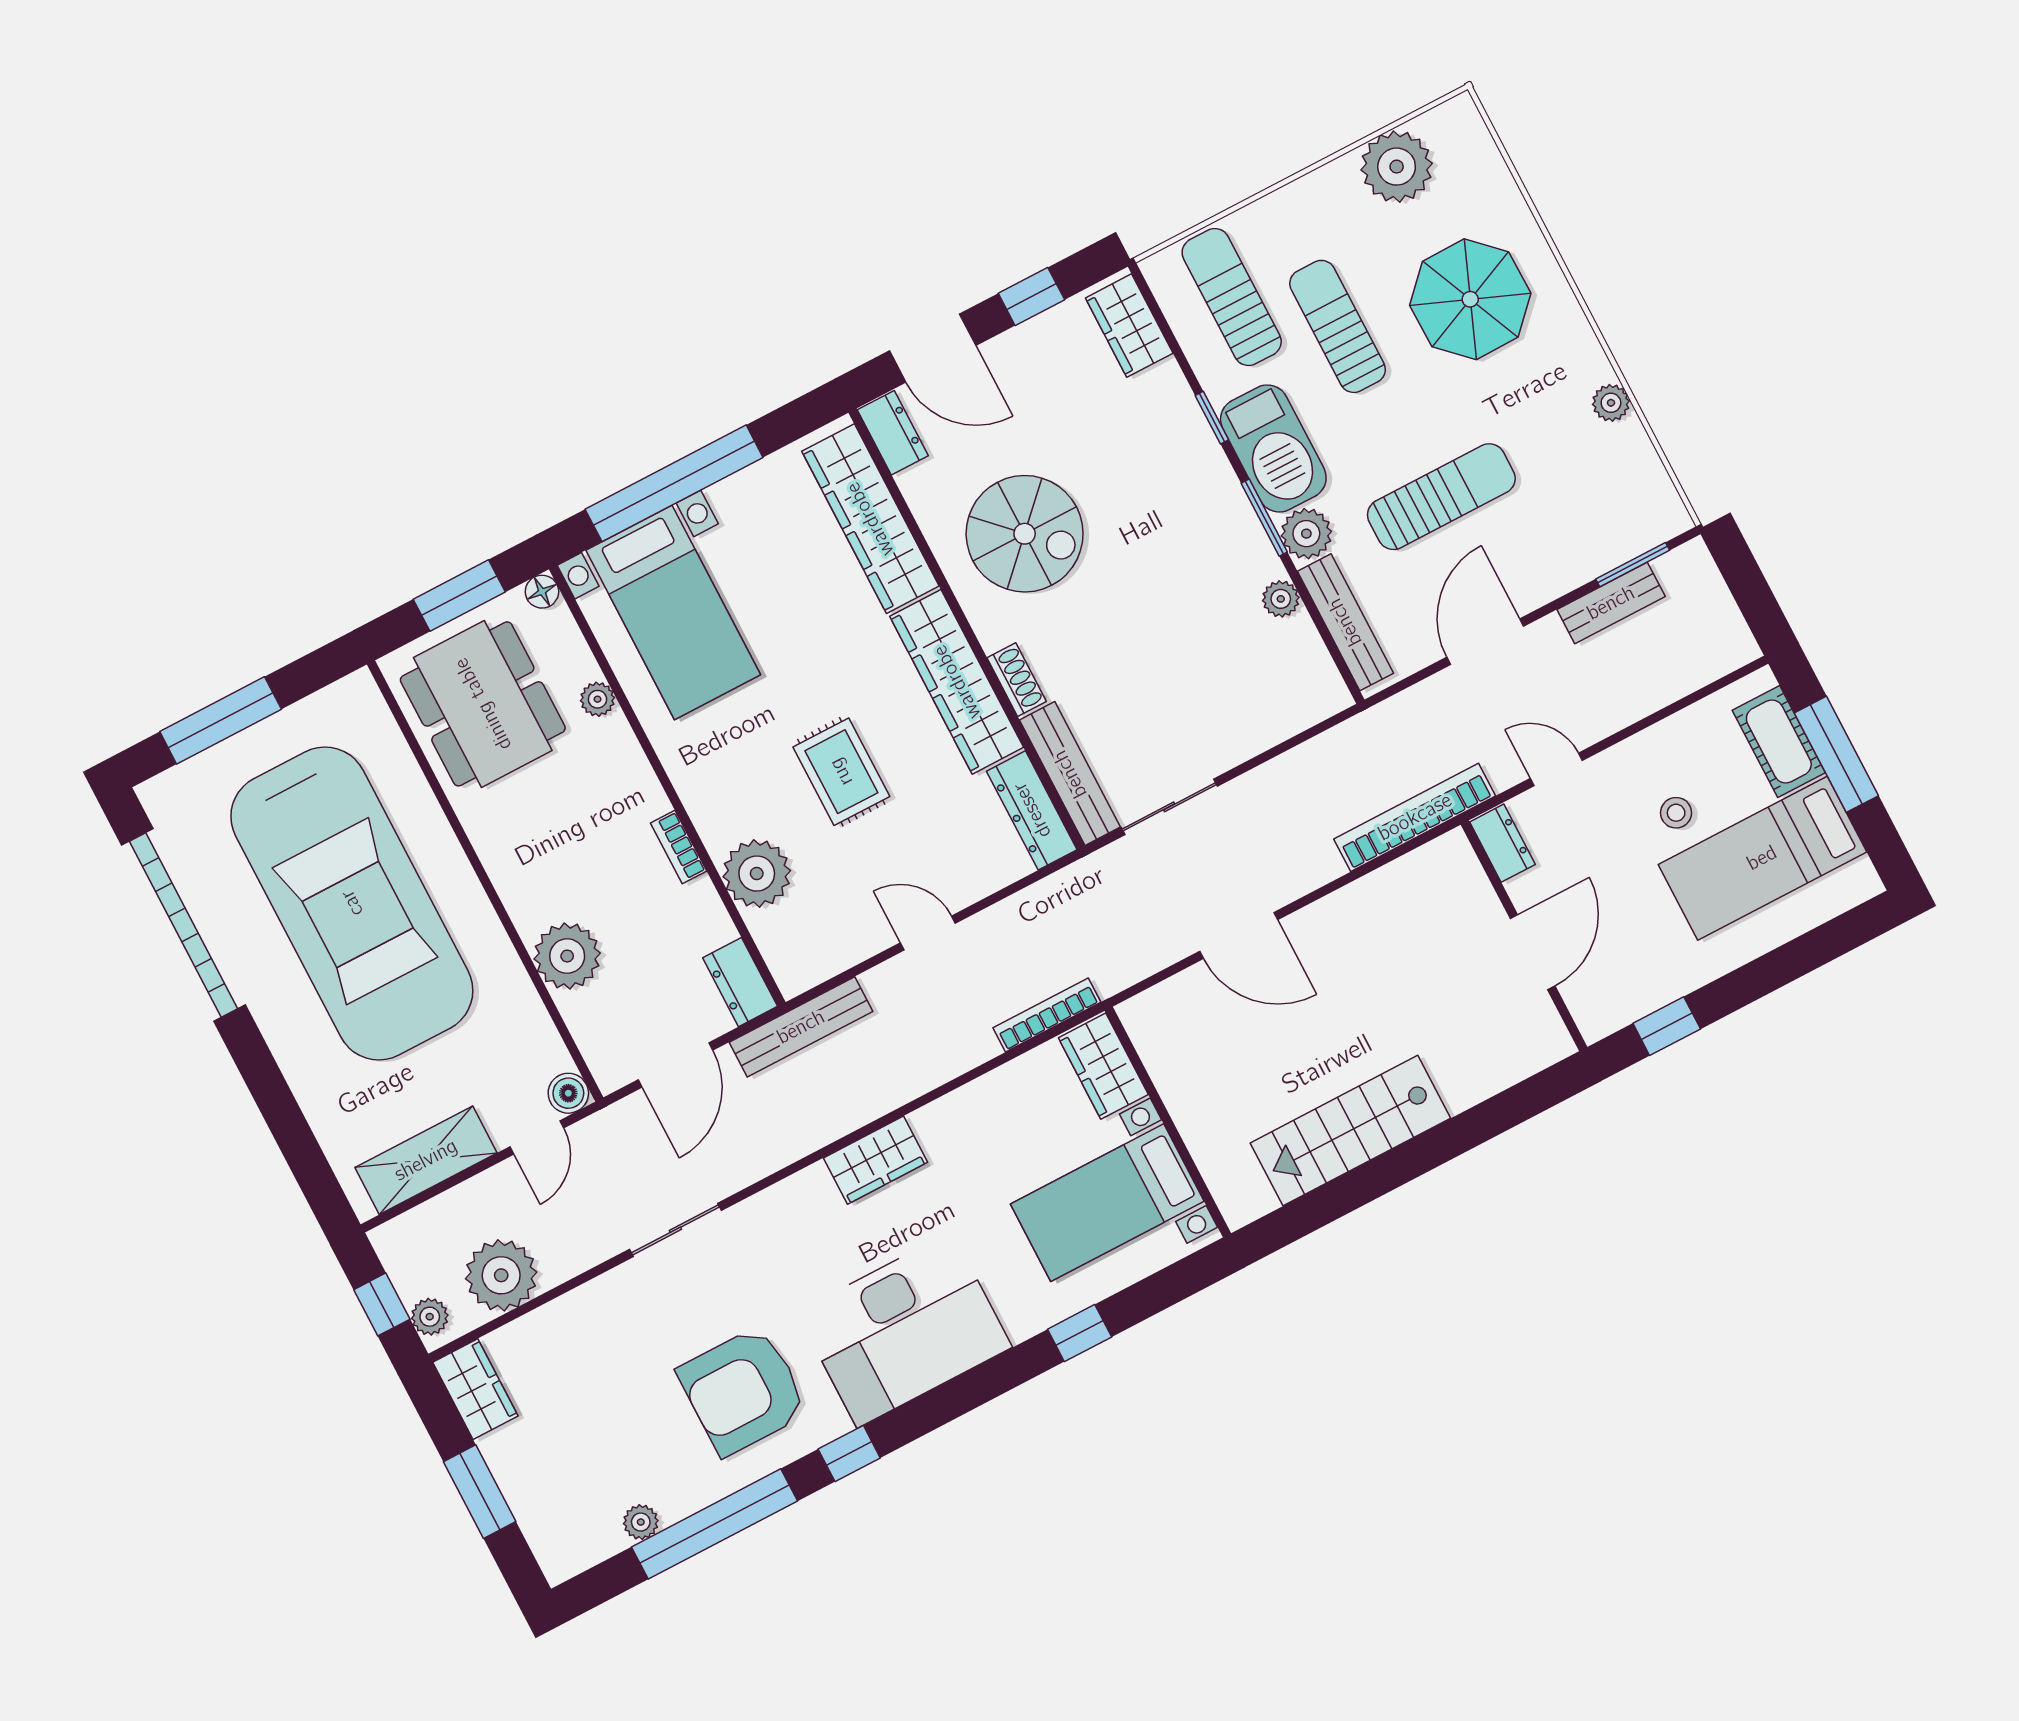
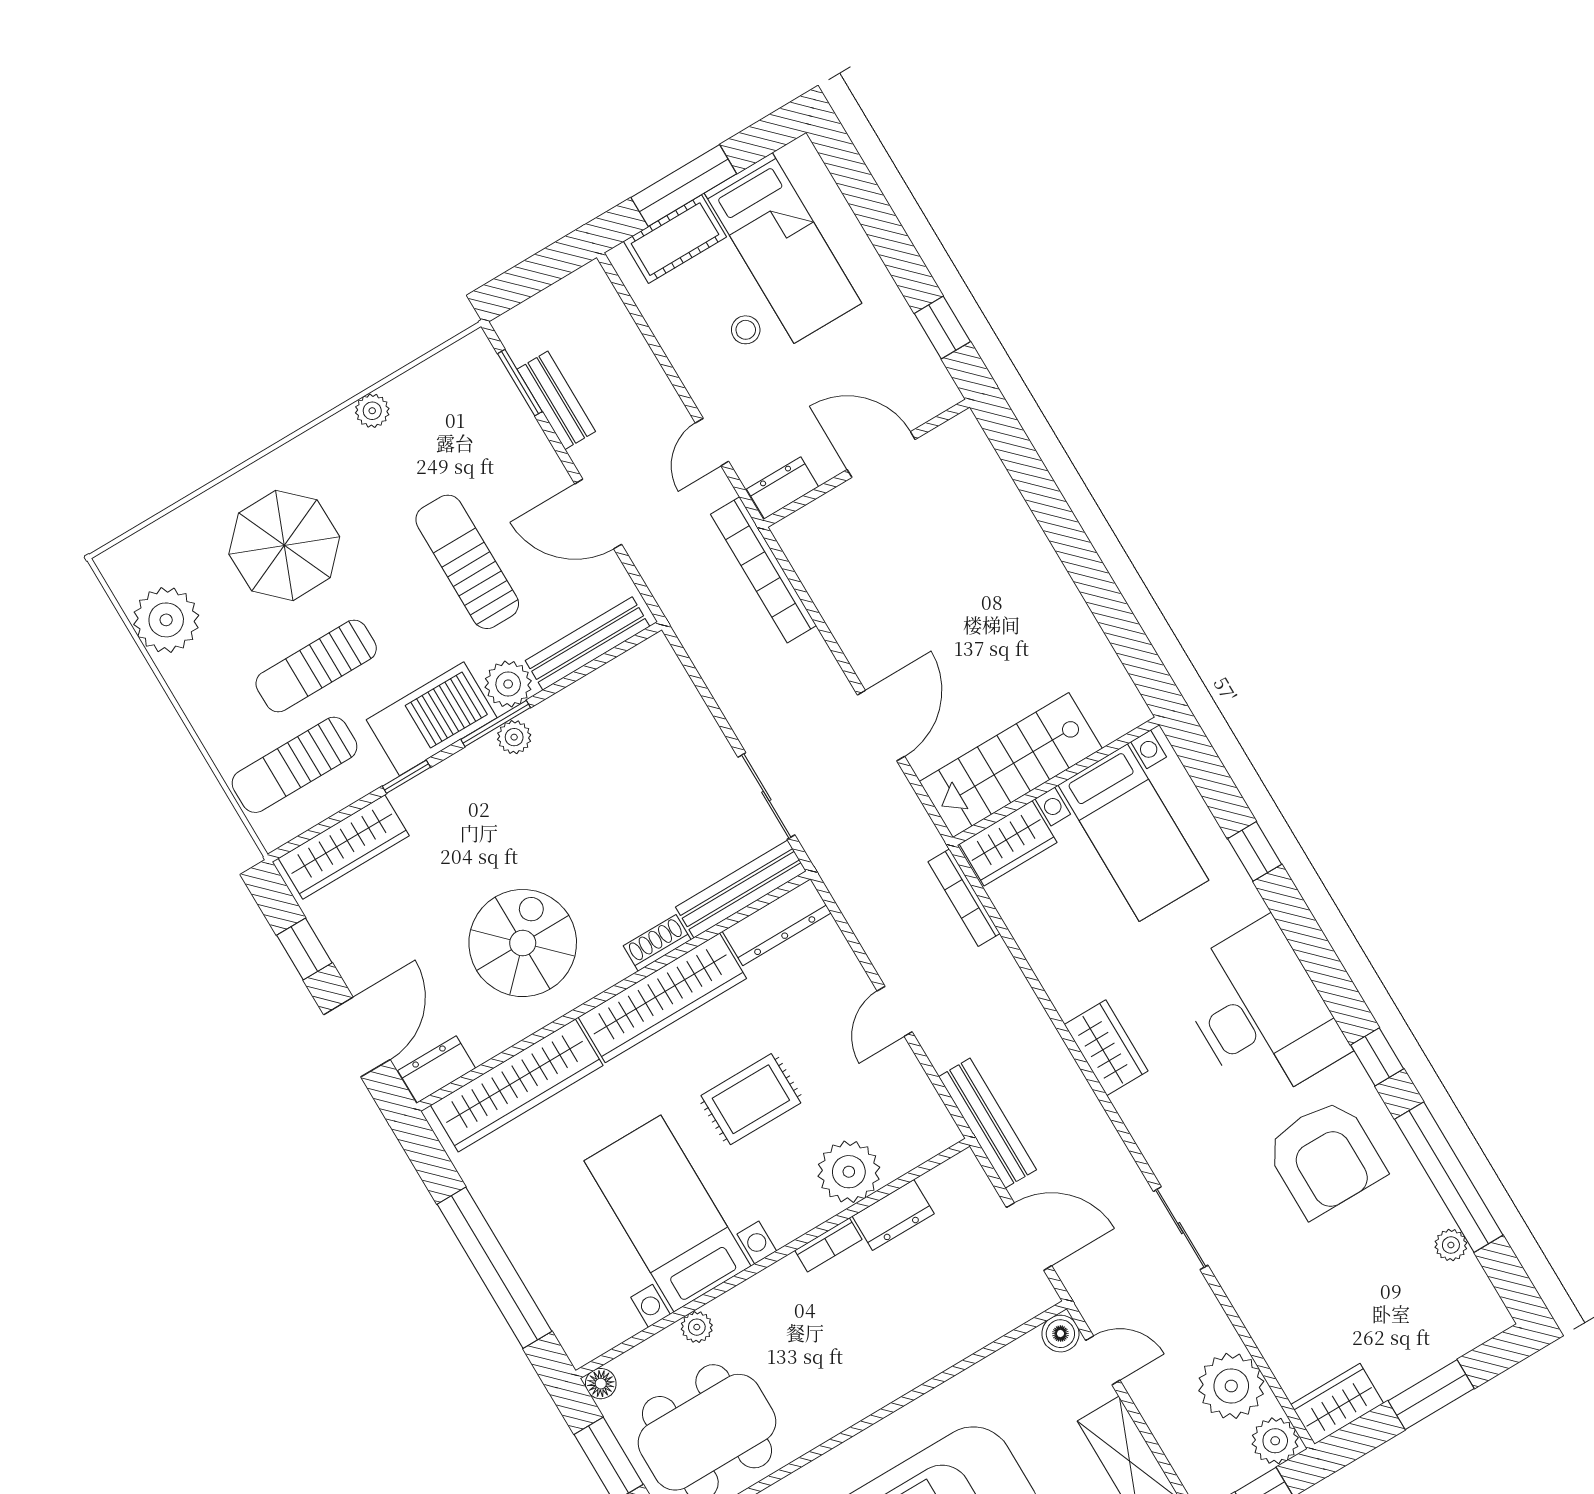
wardrobe: (1129, 326) -> (344, 847), width x1.50
plant: (1281, 599) -> (514, 737), moved
bed with nightstands: (673, 612) -> (667, 1214), moved, turned -90
plant: (567, 956) -> (934, 1342), removed
dresser: (740, 982) -> (893, 1215), moved
stairs: (1350, 1131) -> (1011, 765), moved, turned 90
plant: (430, 1317) -> (1275, 1441), width x1.38, depth x1.38

